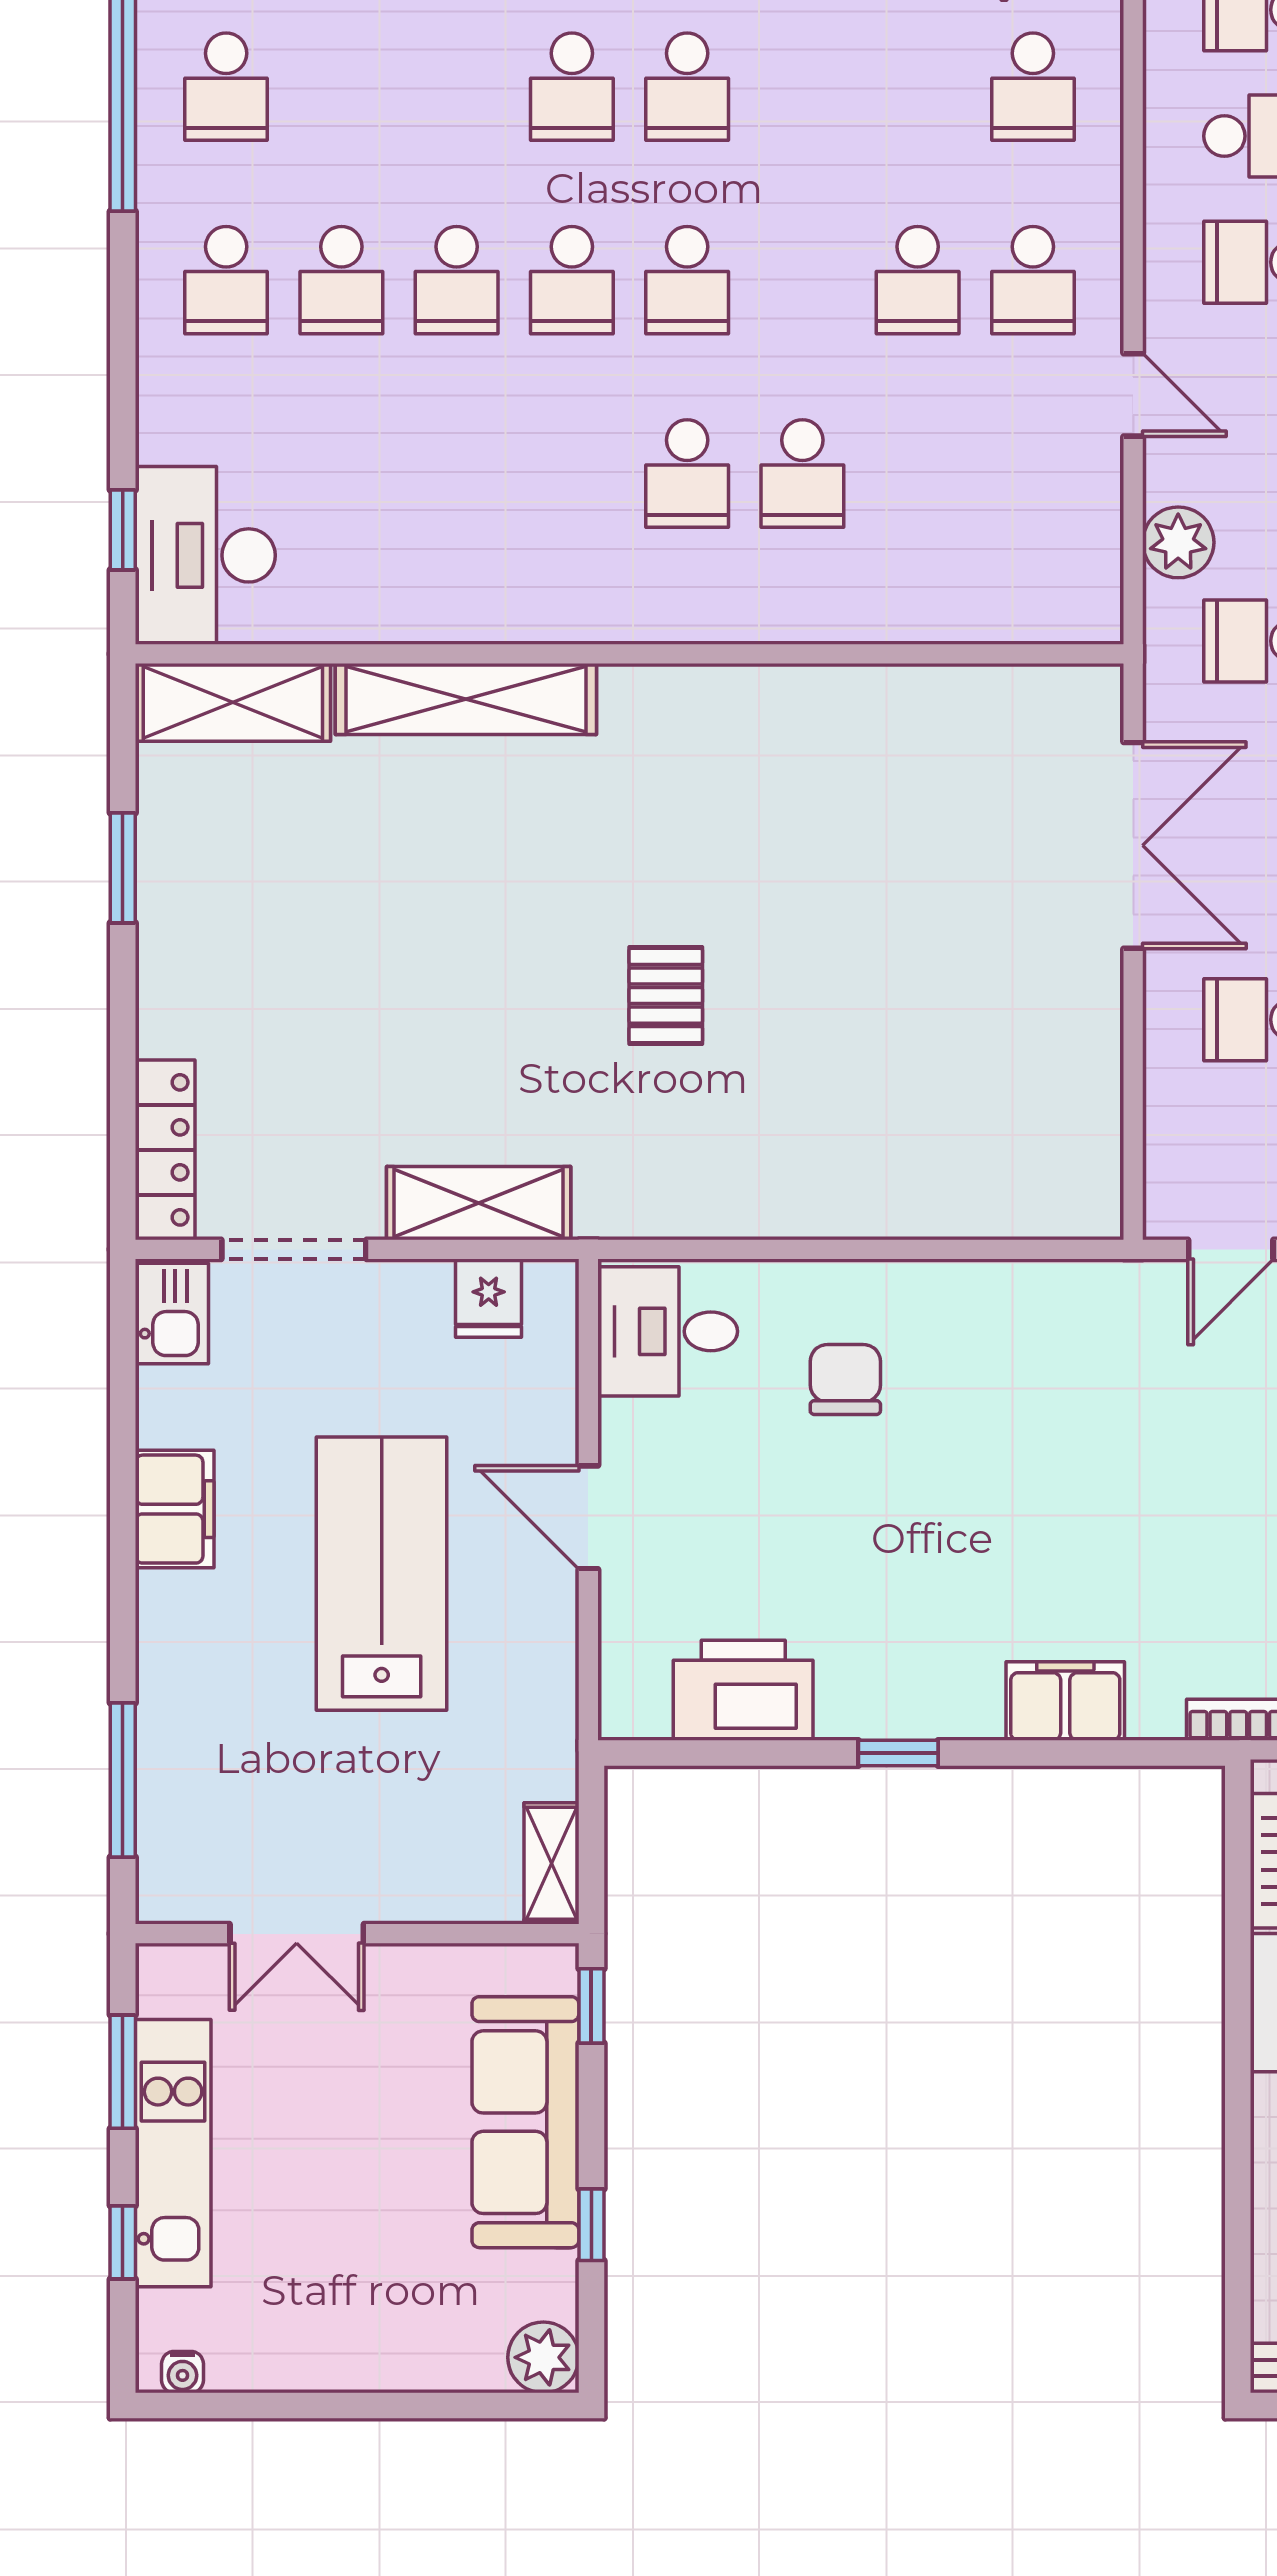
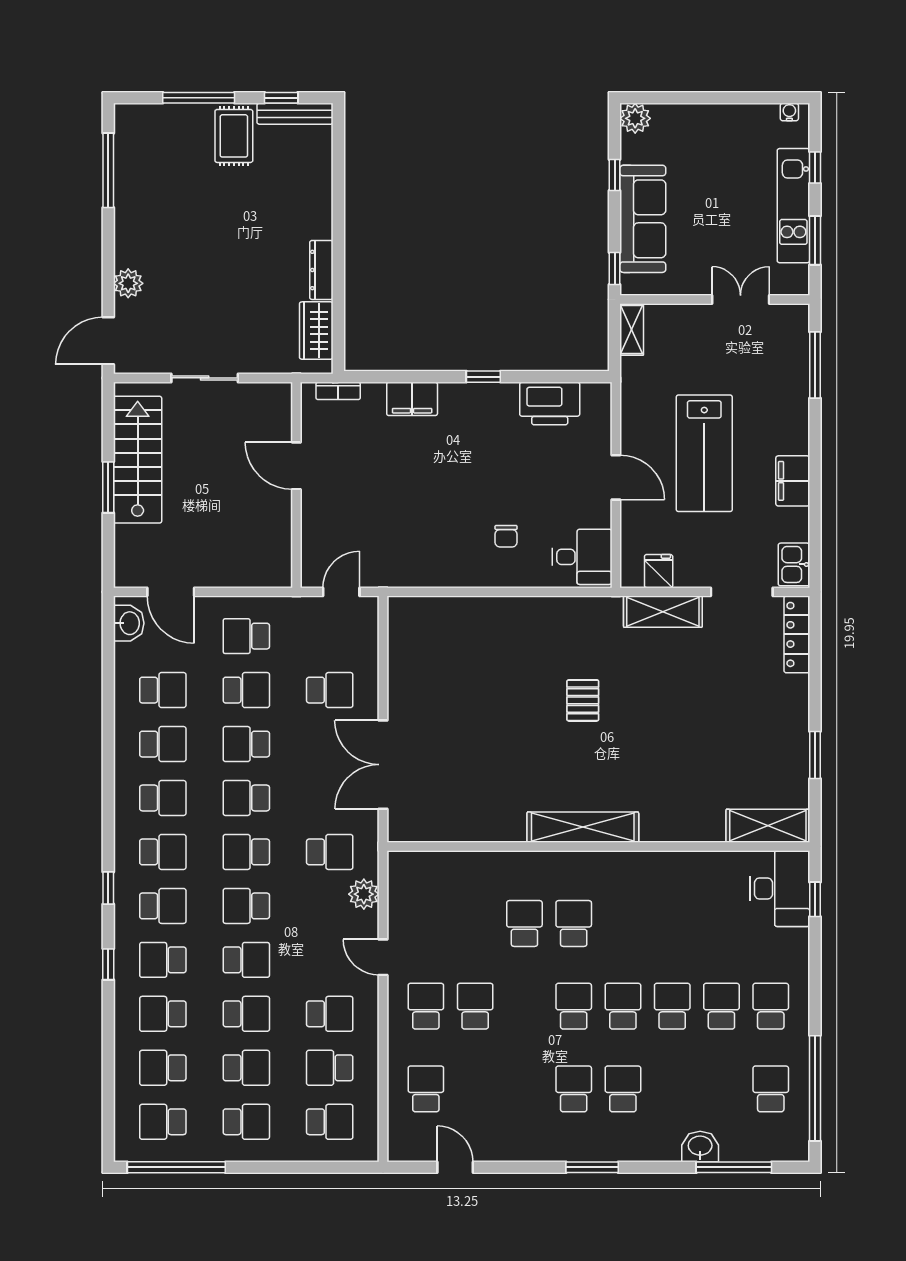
shelving: (466, 699) -> (583, 827), moved
chair: (845, 1379) -> (506, 536), width x0.73, depth x0.73

